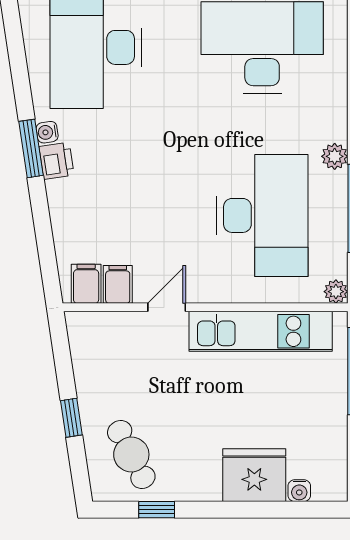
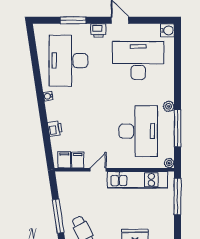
window: (31, 148) -> (41, 103), removed
printer: (56, 161) -> (55, 129), moved
window: (71, 418) -> (58, 216), width x2.17

